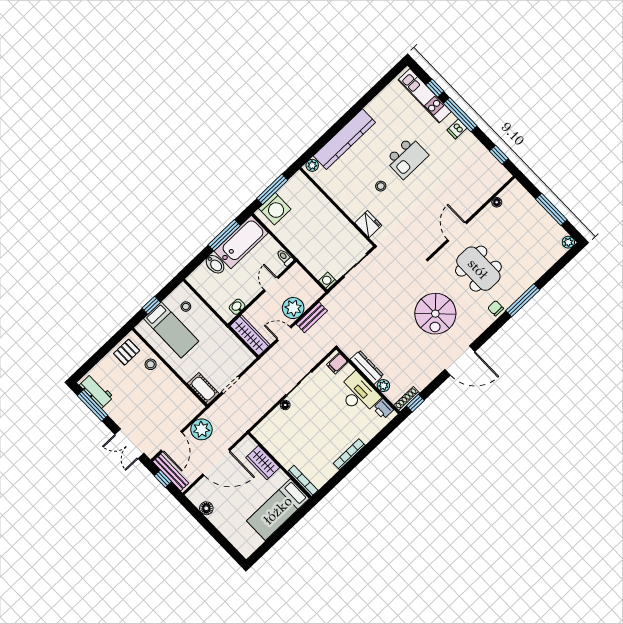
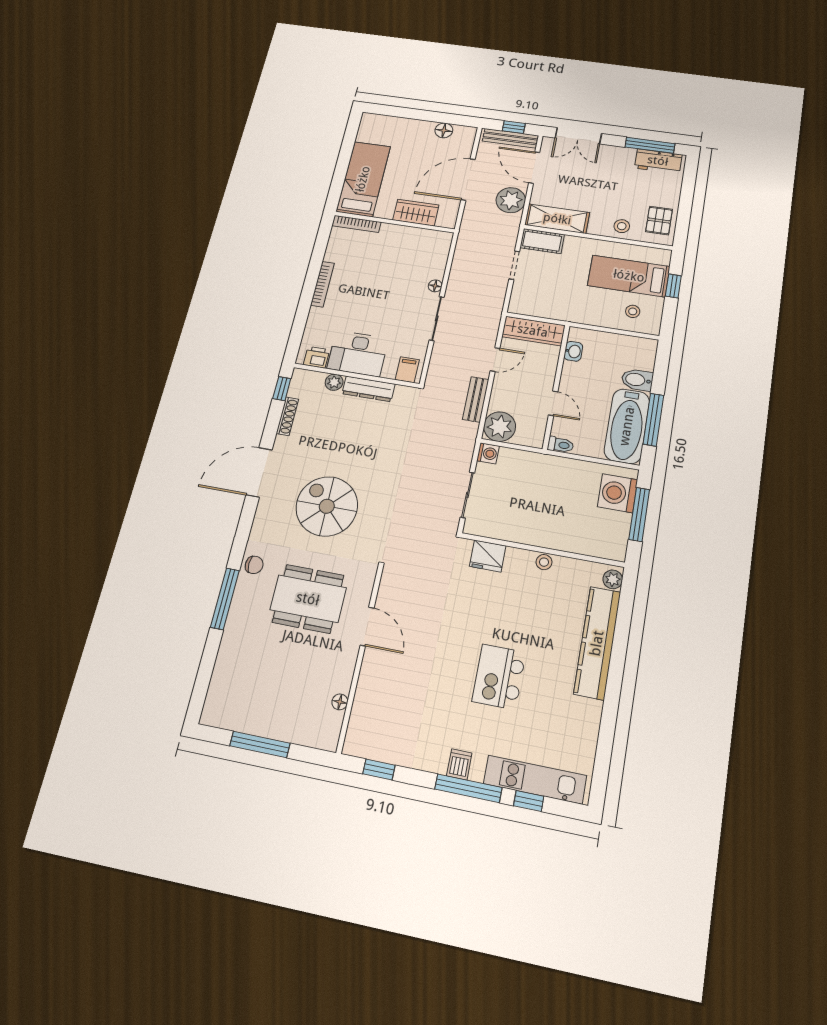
stool: (381, 186) -> (544, 562), moved
plant: (568, 242) -> (210, 716), removed
plant: (293, 308) -> (500, 427), moved
shelving: (184, 397) -> (557, 219), added
shoe rack: (407, 399) -> (287, 416), moved
double door: (129, 444) -> (578, 136), swing flipped

